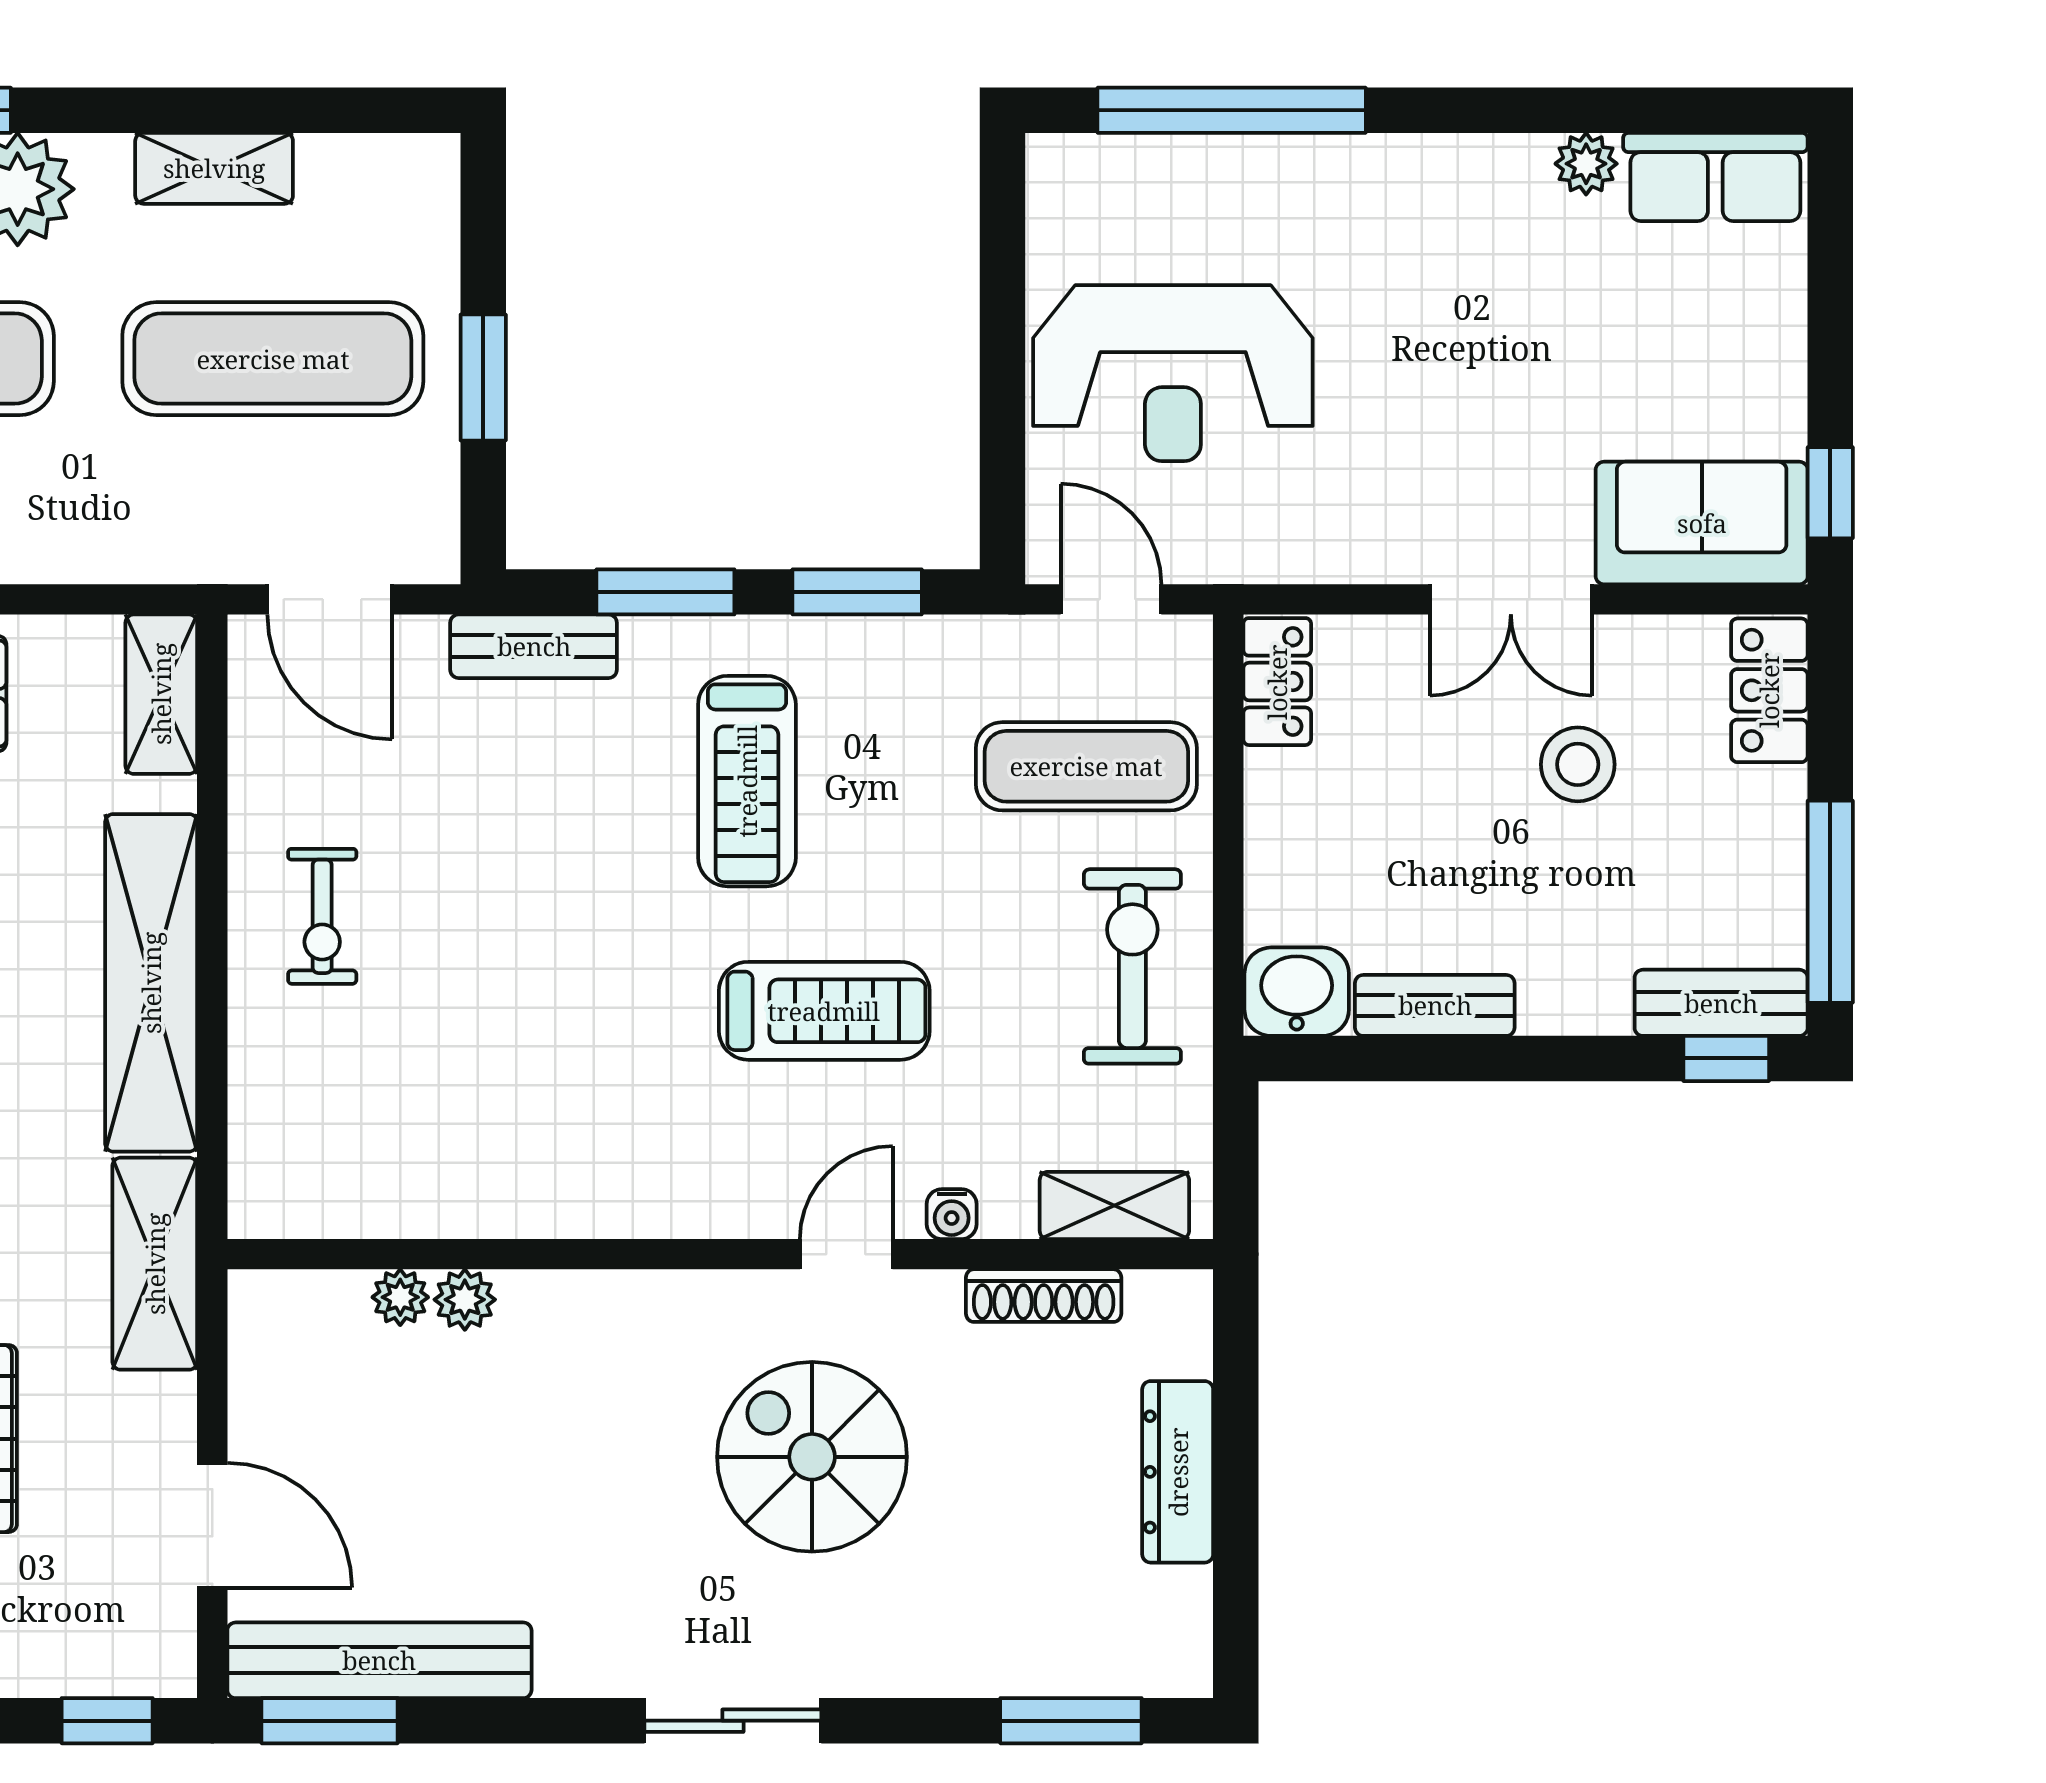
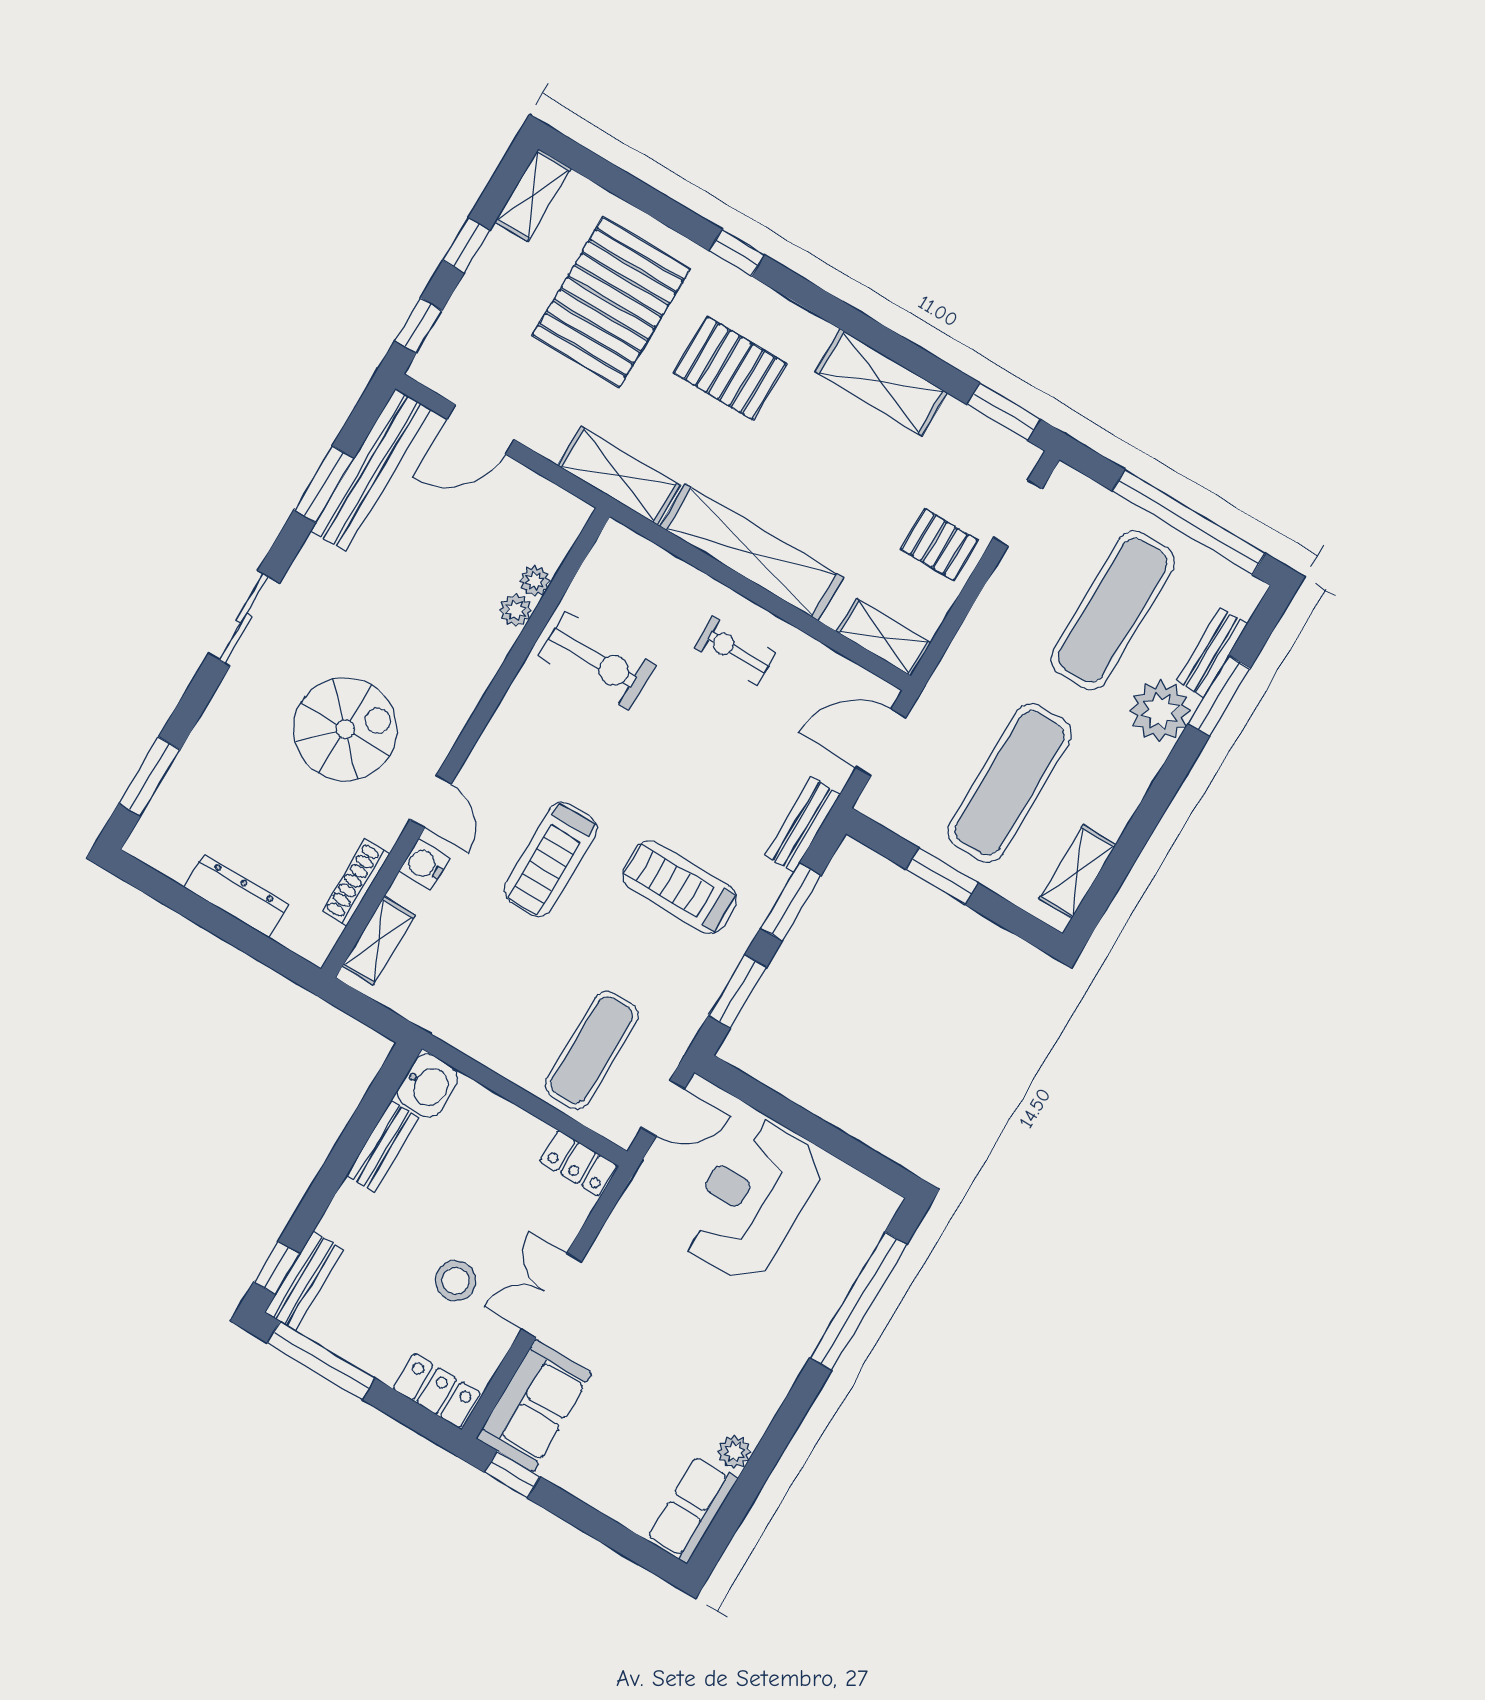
shelving: (214, 168) -> (1077, 872), moved
exercise bike: (1132, 966) -> (597, 661), moved
water cooler: (952, 1214) -> (424, 865), width x1.38, depth x1.38
window: (330, 1721) -> (324, 484), moved

